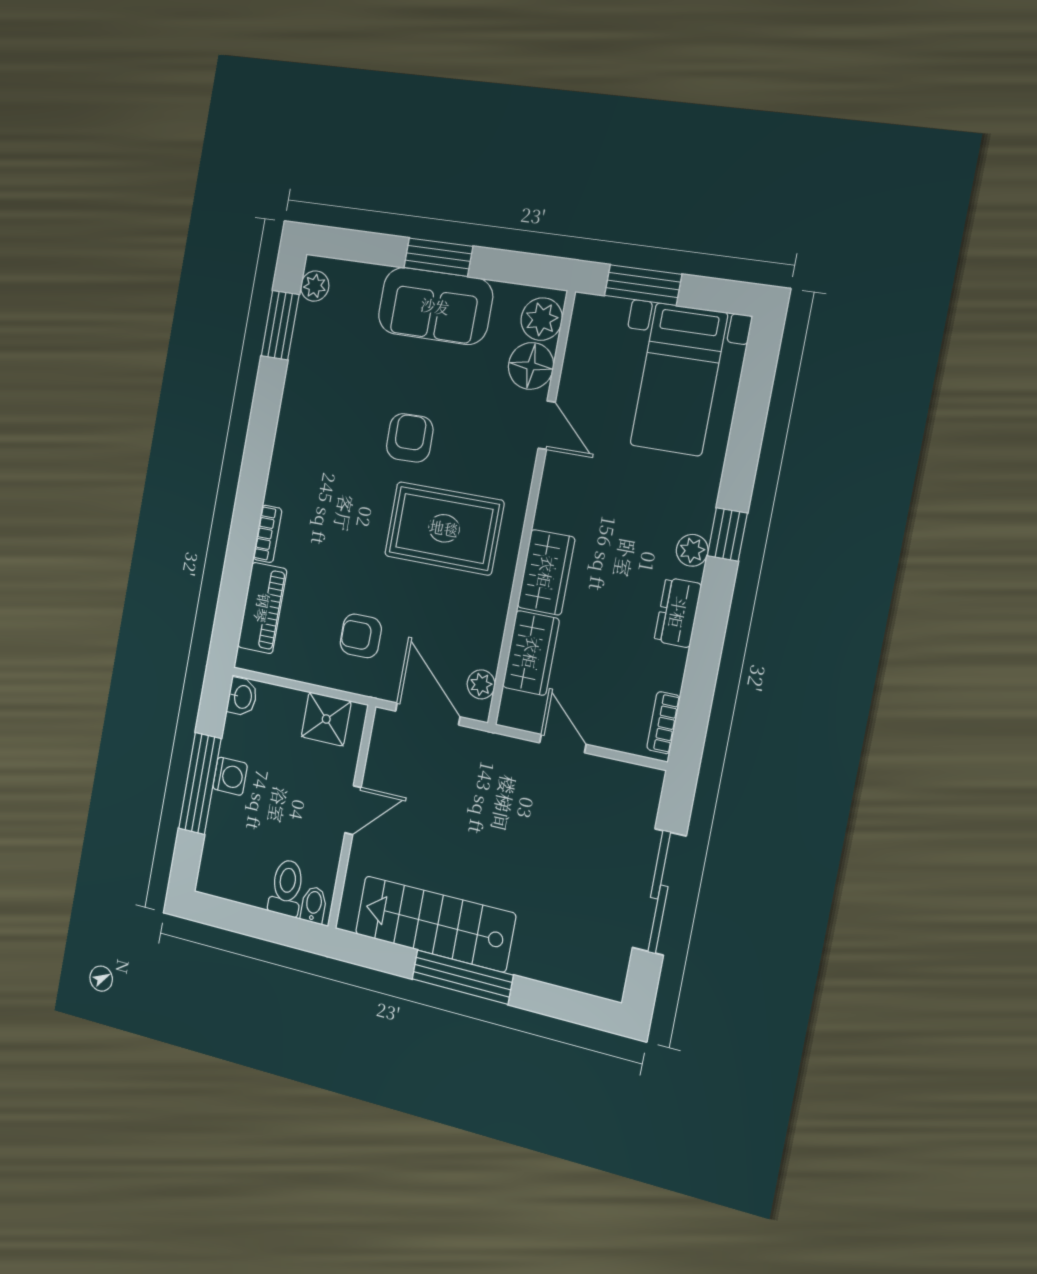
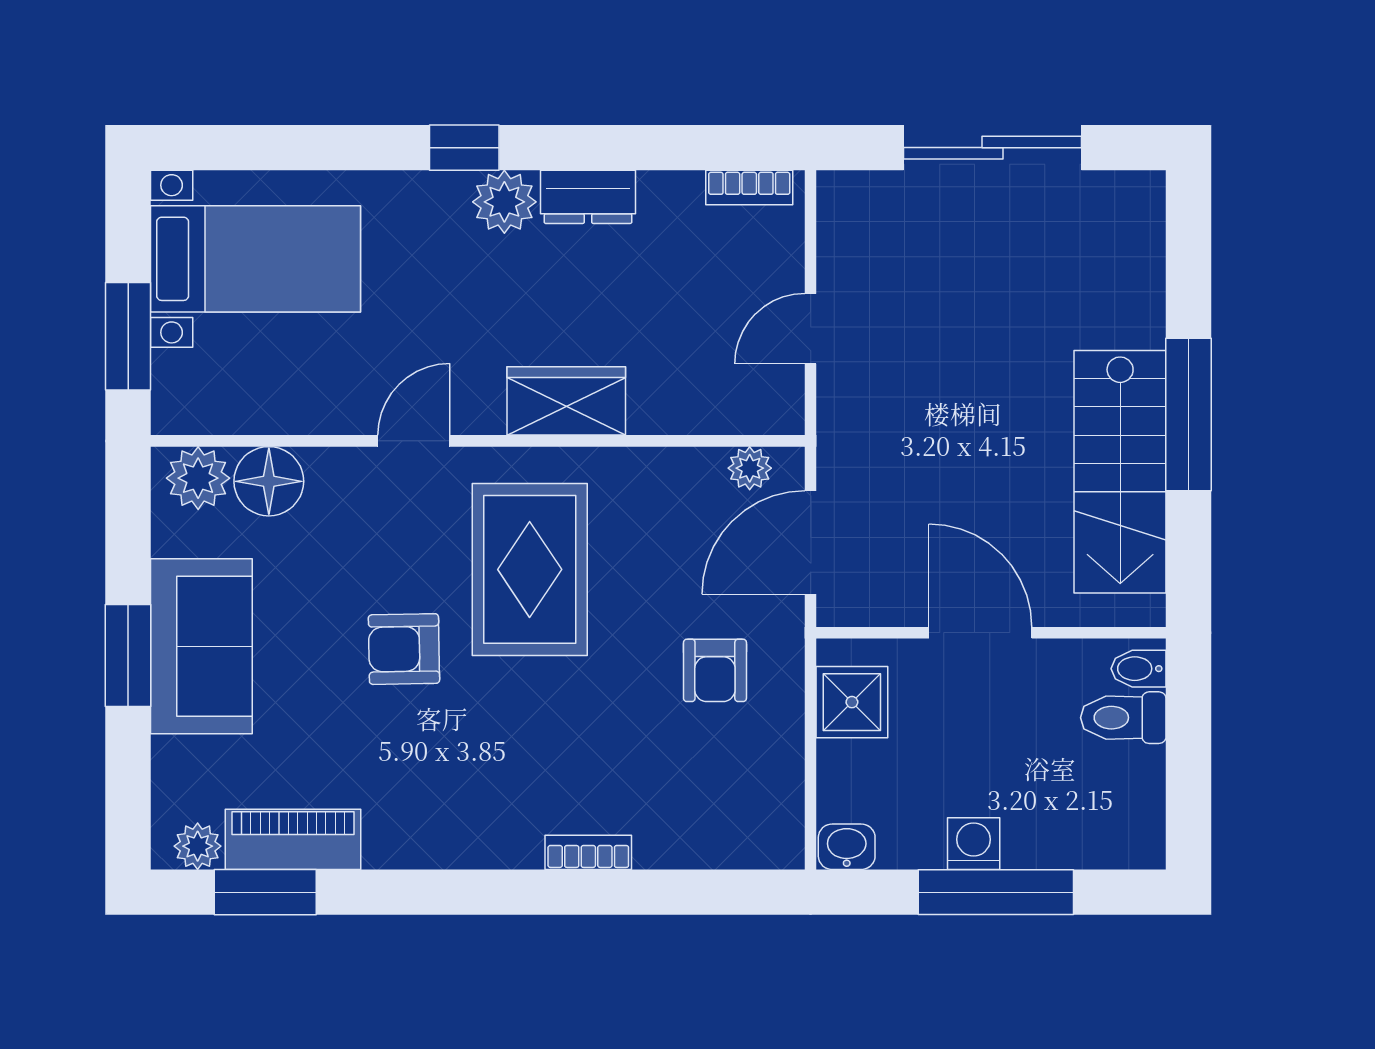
door: (547, 425) -> (414, 441), moved
plant: (692, 550) -> (504, 202), width x1.38, depth x1.38
piano: (262, 608) -> (293, 839), moved
wardrobe: (531, 653) -> (688, 401), removed
door: (353, 810) -> (980, 633), width x1.38

